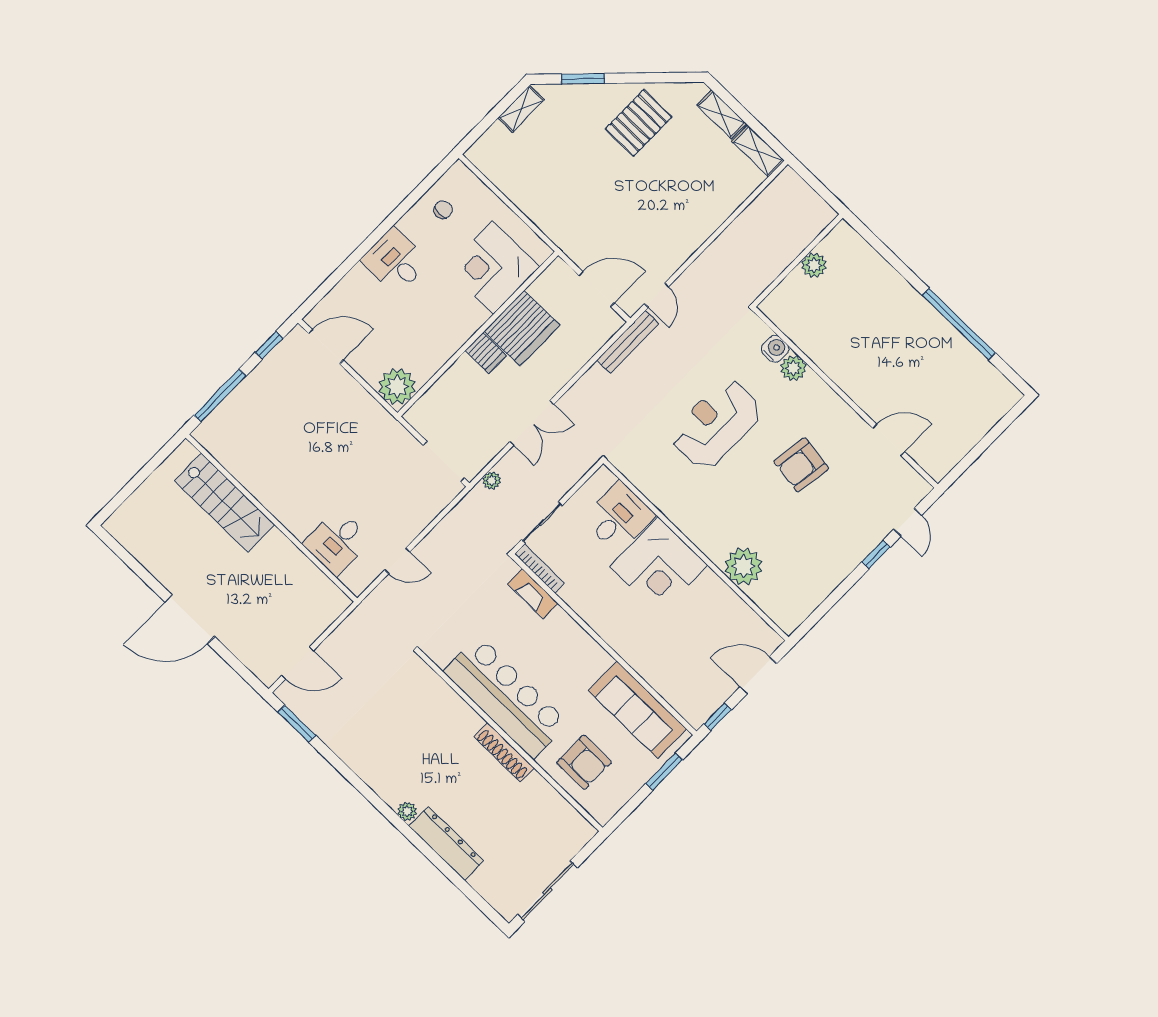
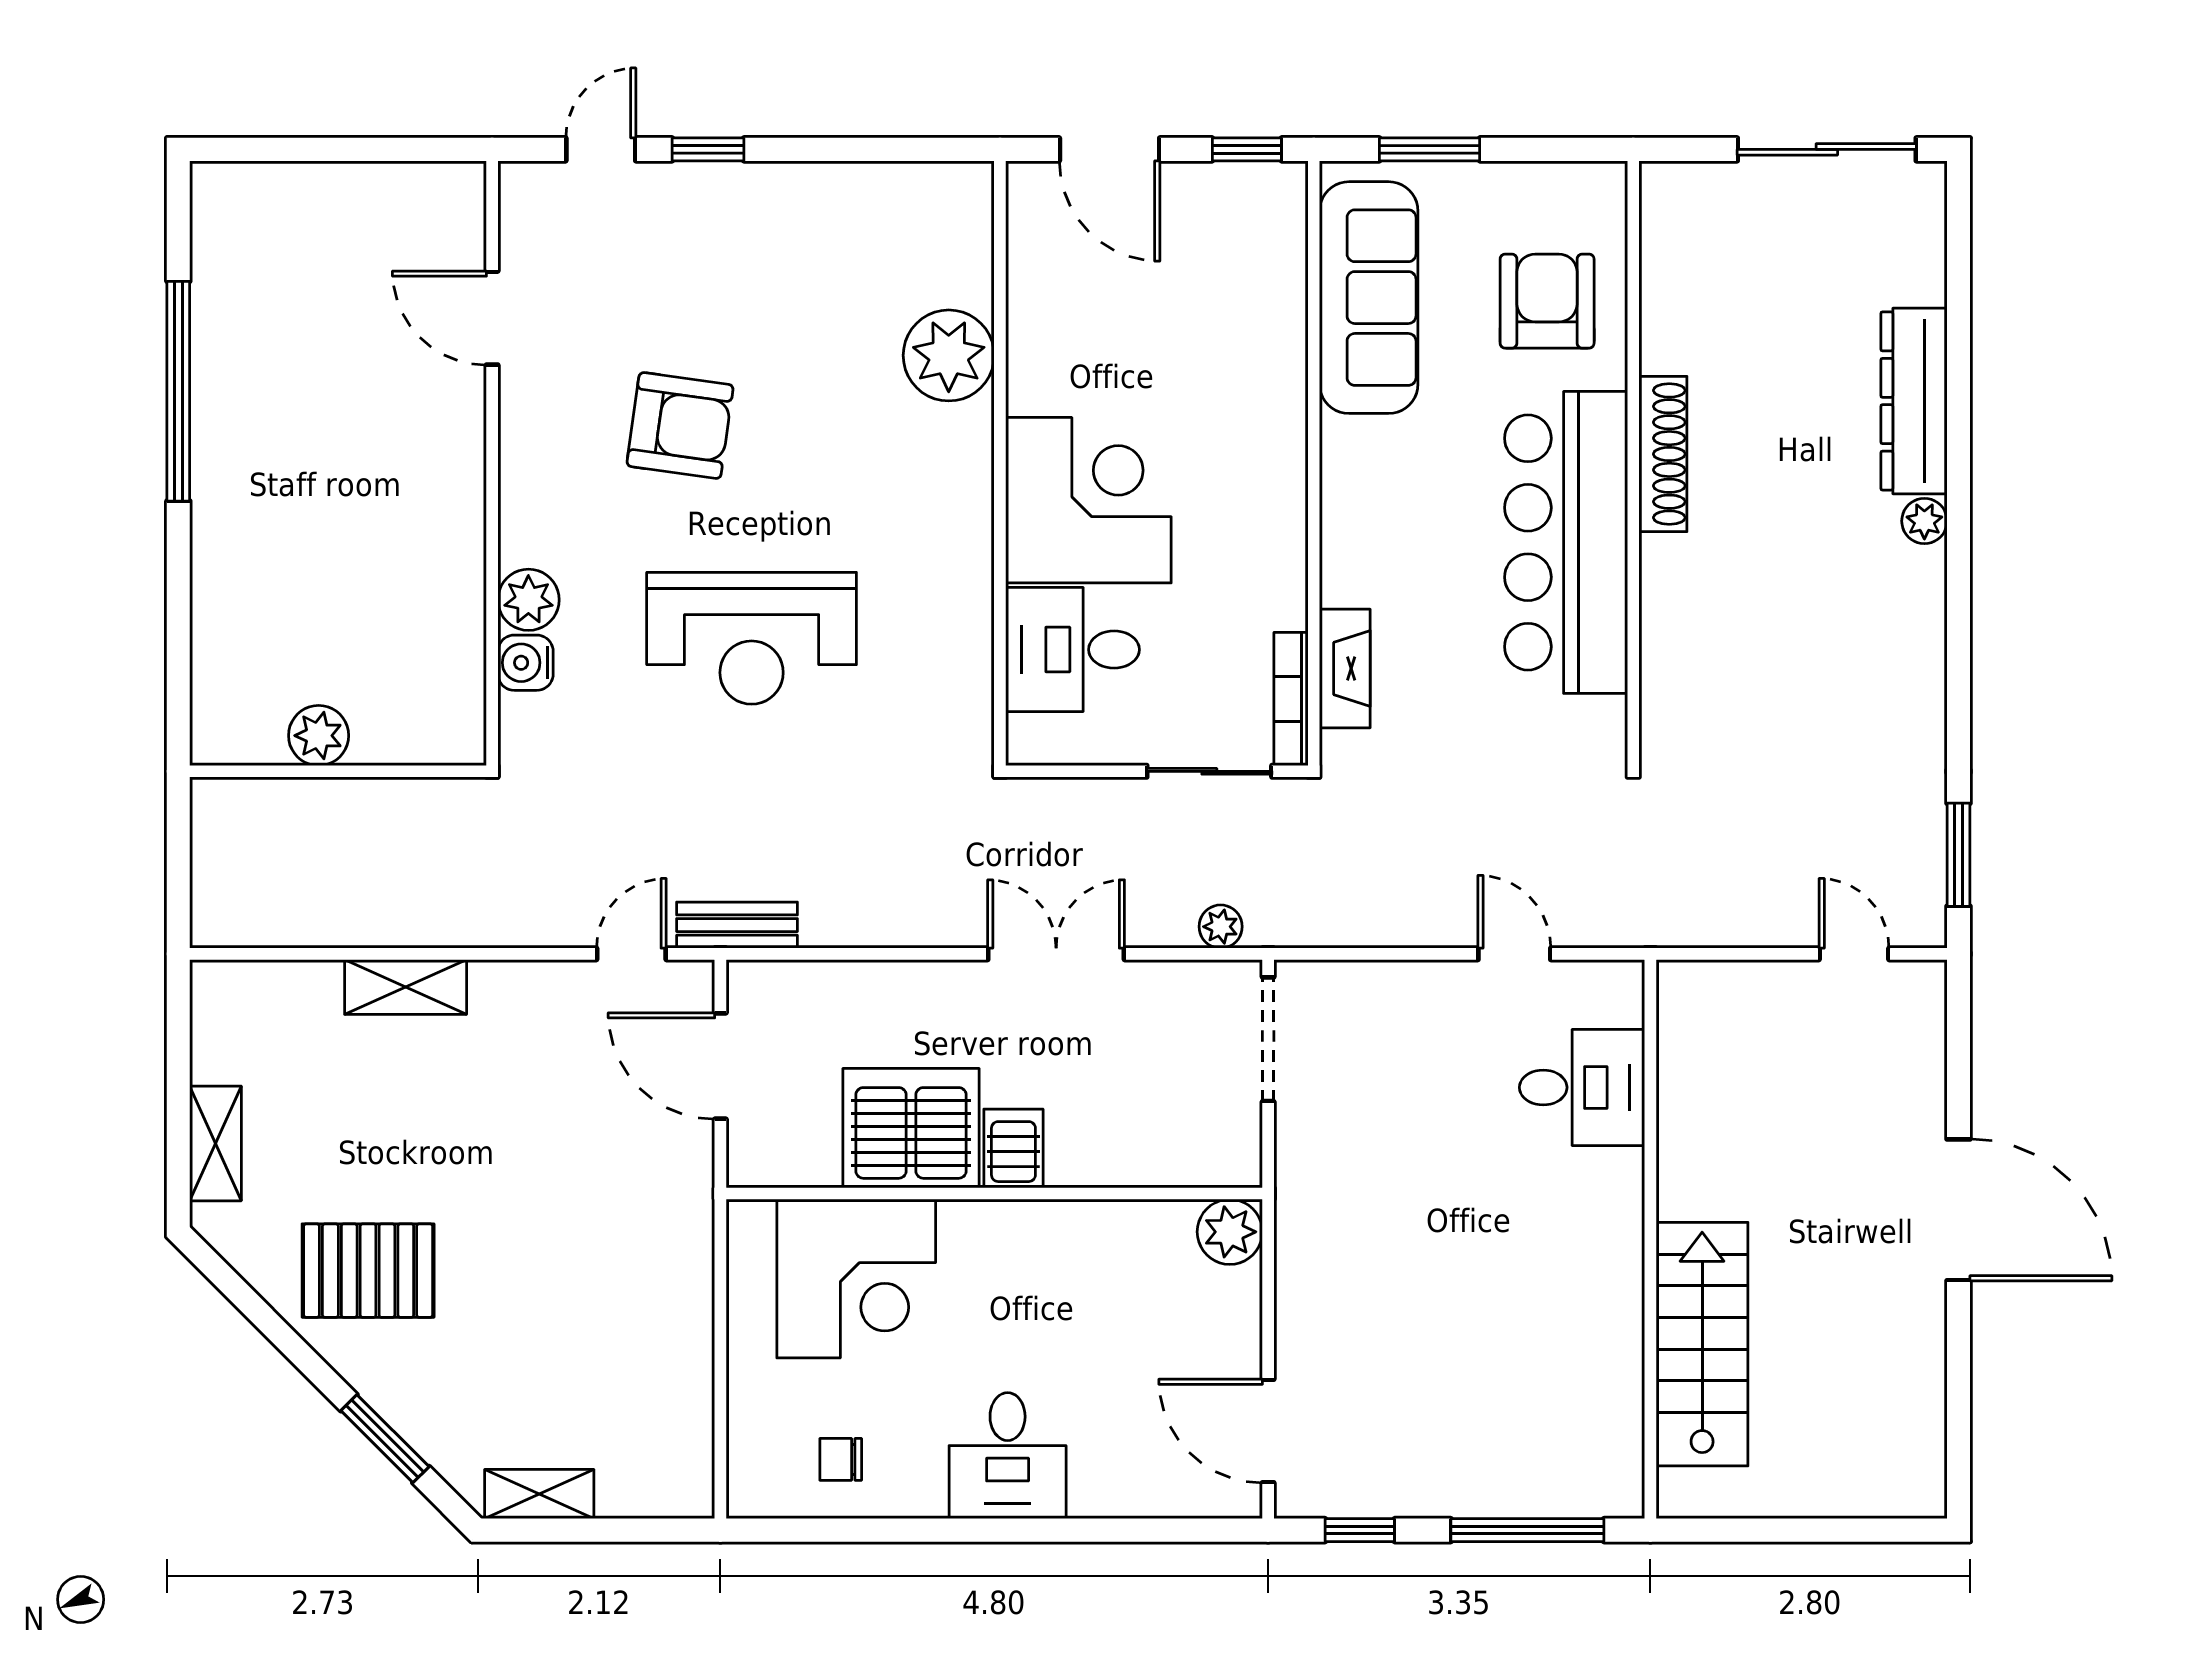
shelving: (758, 151) -> (406, 987), moved, turned 90
bench: (628, 342) -> (737, 925), width x0.73
plant: (397, 387) -> (1230, 1232), width x0.73, depth x0.73
door: (298, 663) -> (1854, 954), width x0.73

